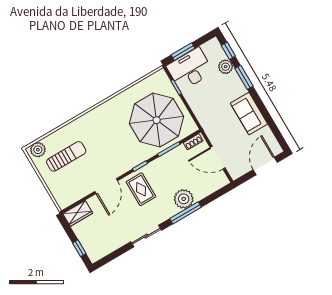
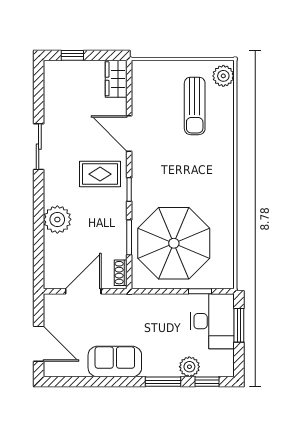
window: (185, 213) -> (39, 212), removed

